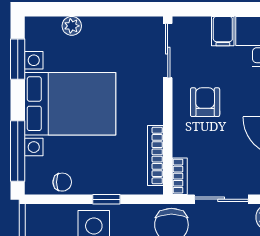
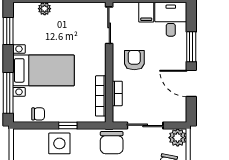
bed with nightstands: (70, 104) -> (43, 70), width x0.73
bookcase: (180, 176) -> (117, 93), moved

